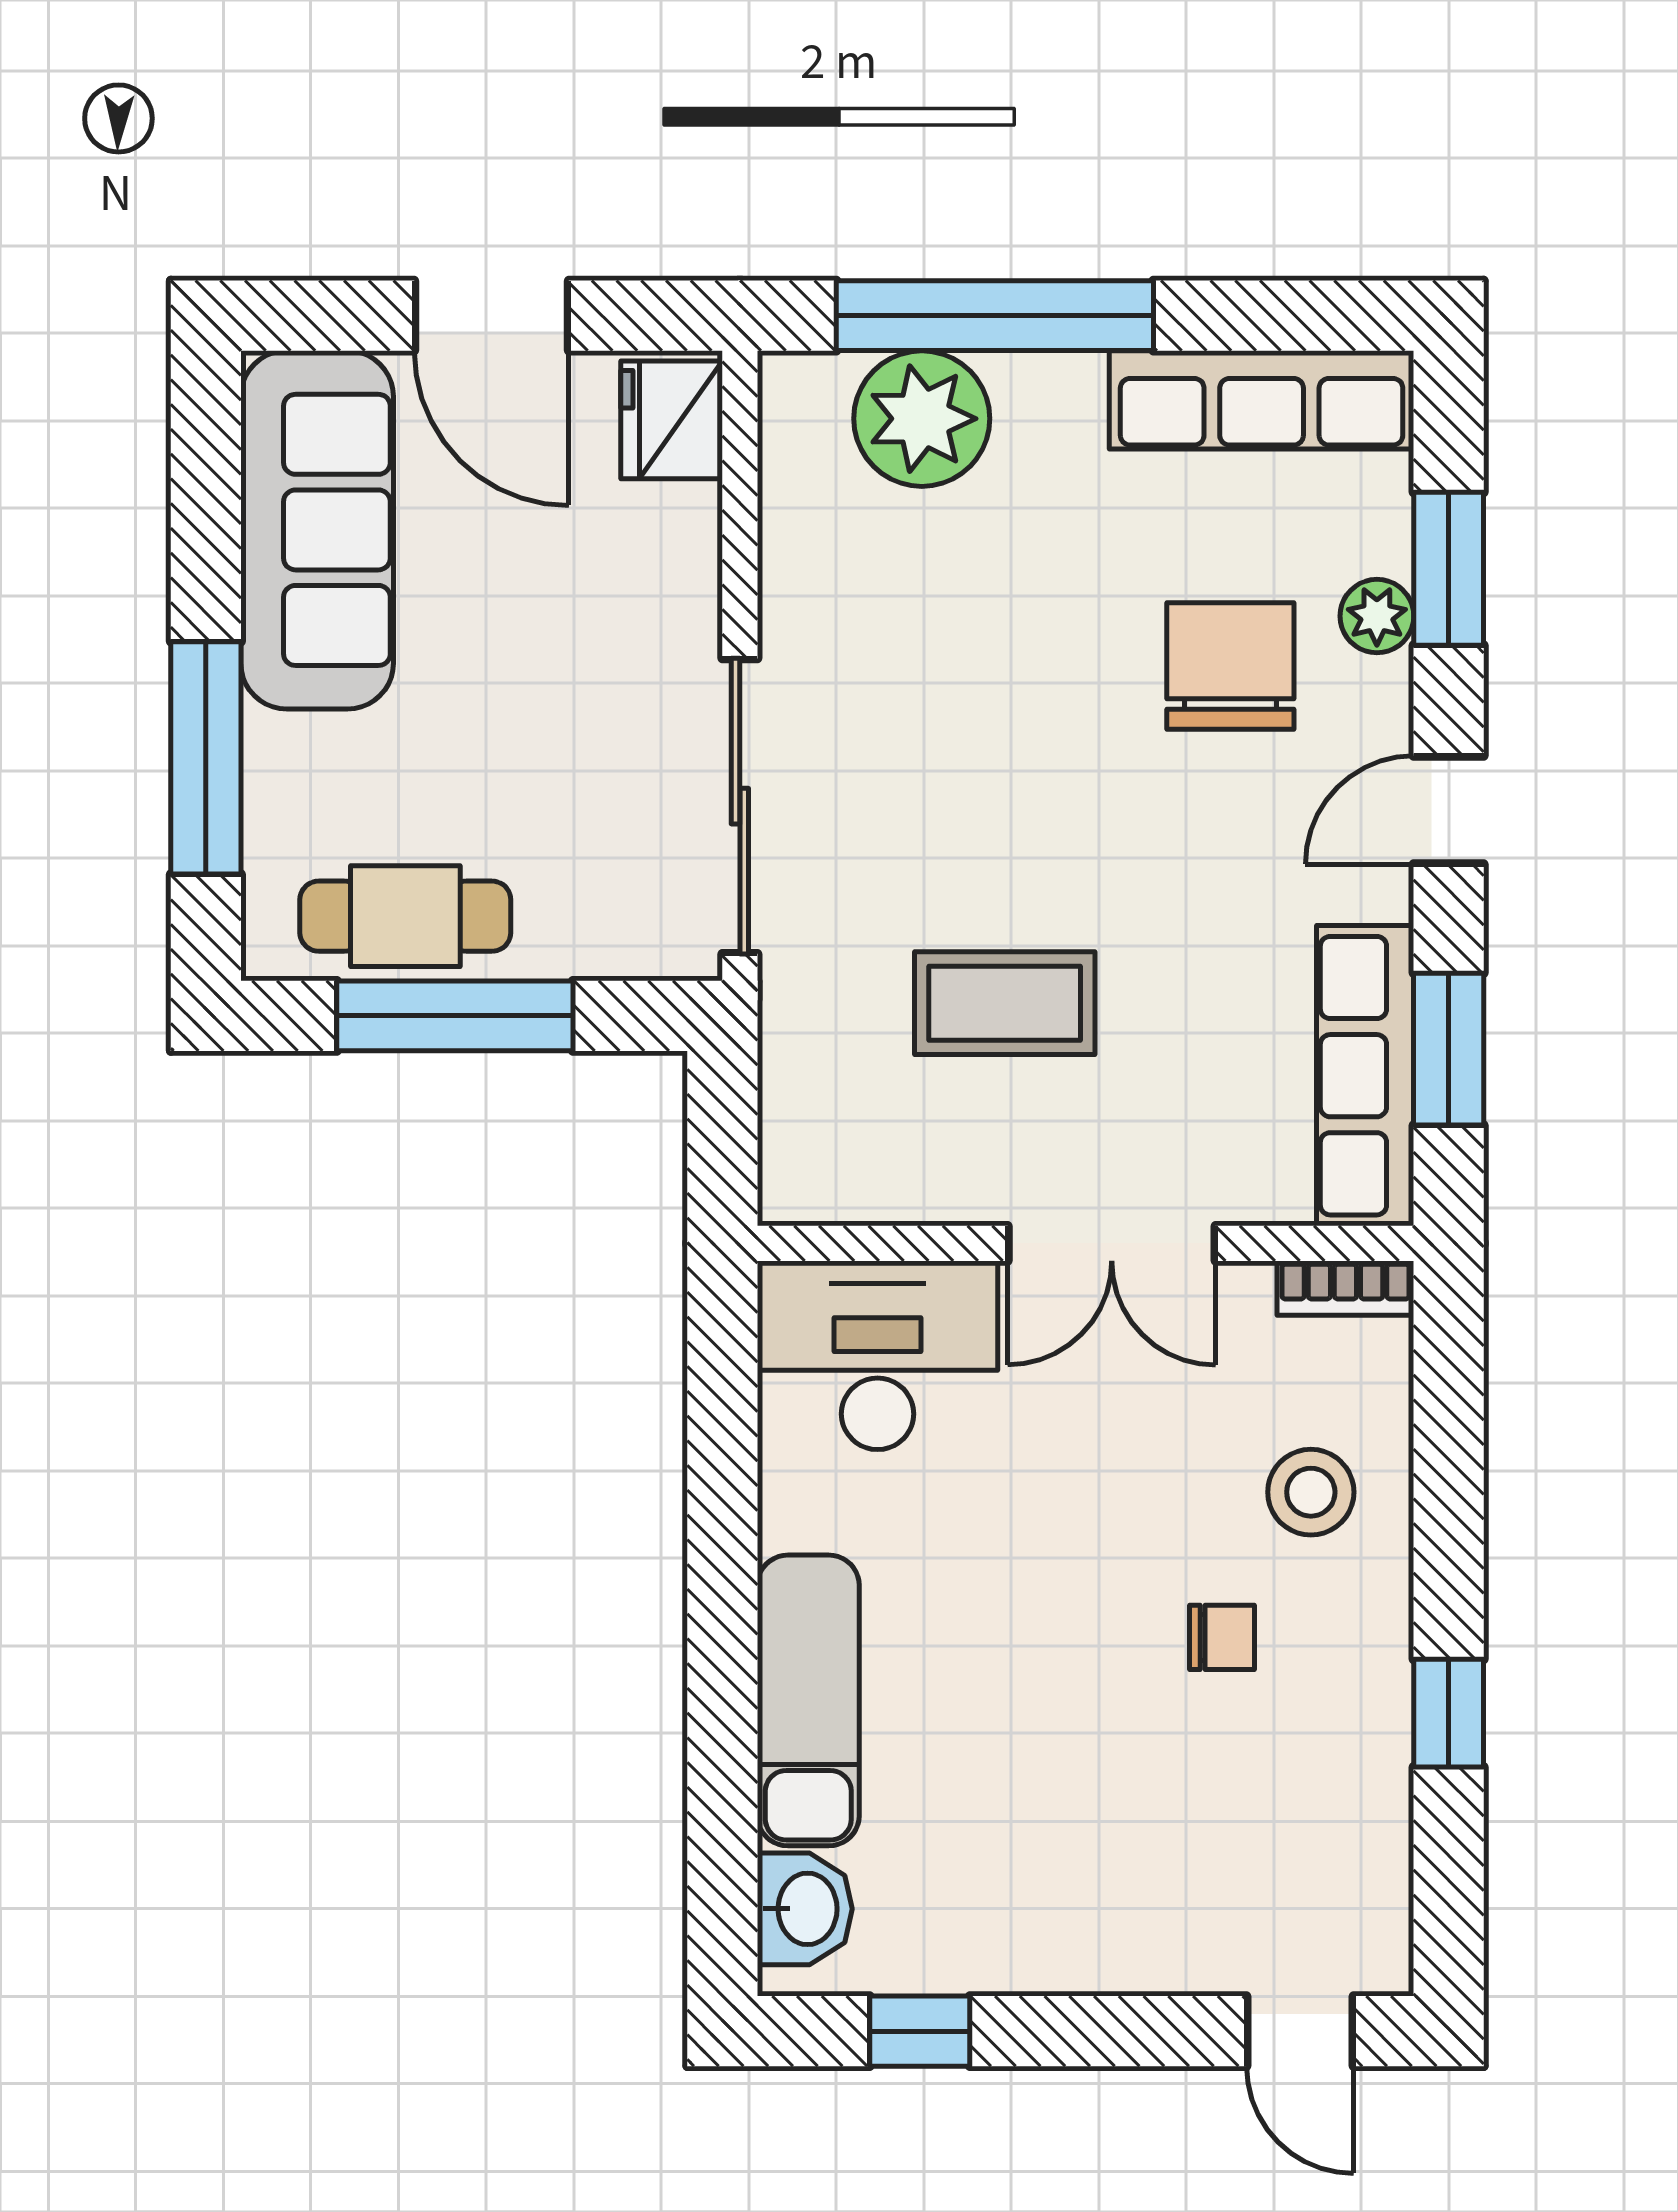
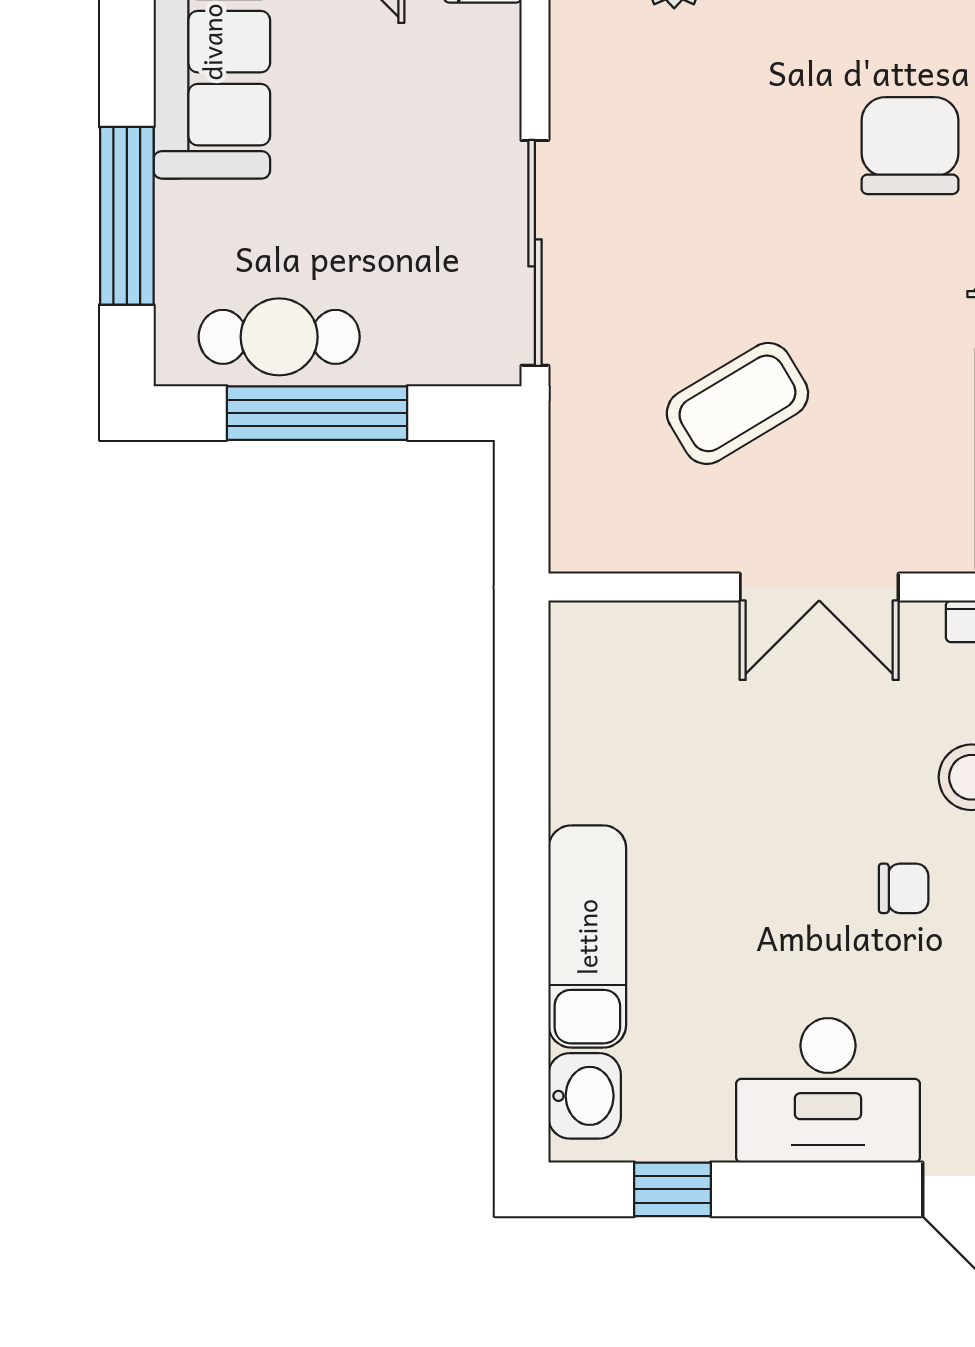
coffee table: (1005, 1003) -> (737, 403), turned -31
desk: (878, 1355) -> (828, 1090), moved, turned 180

